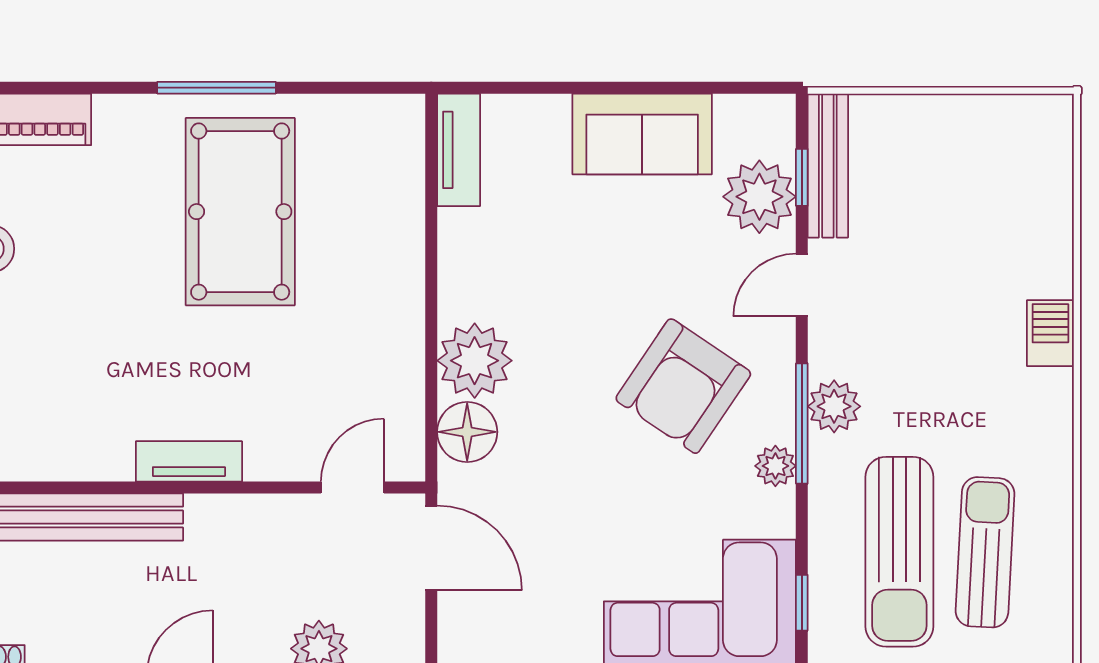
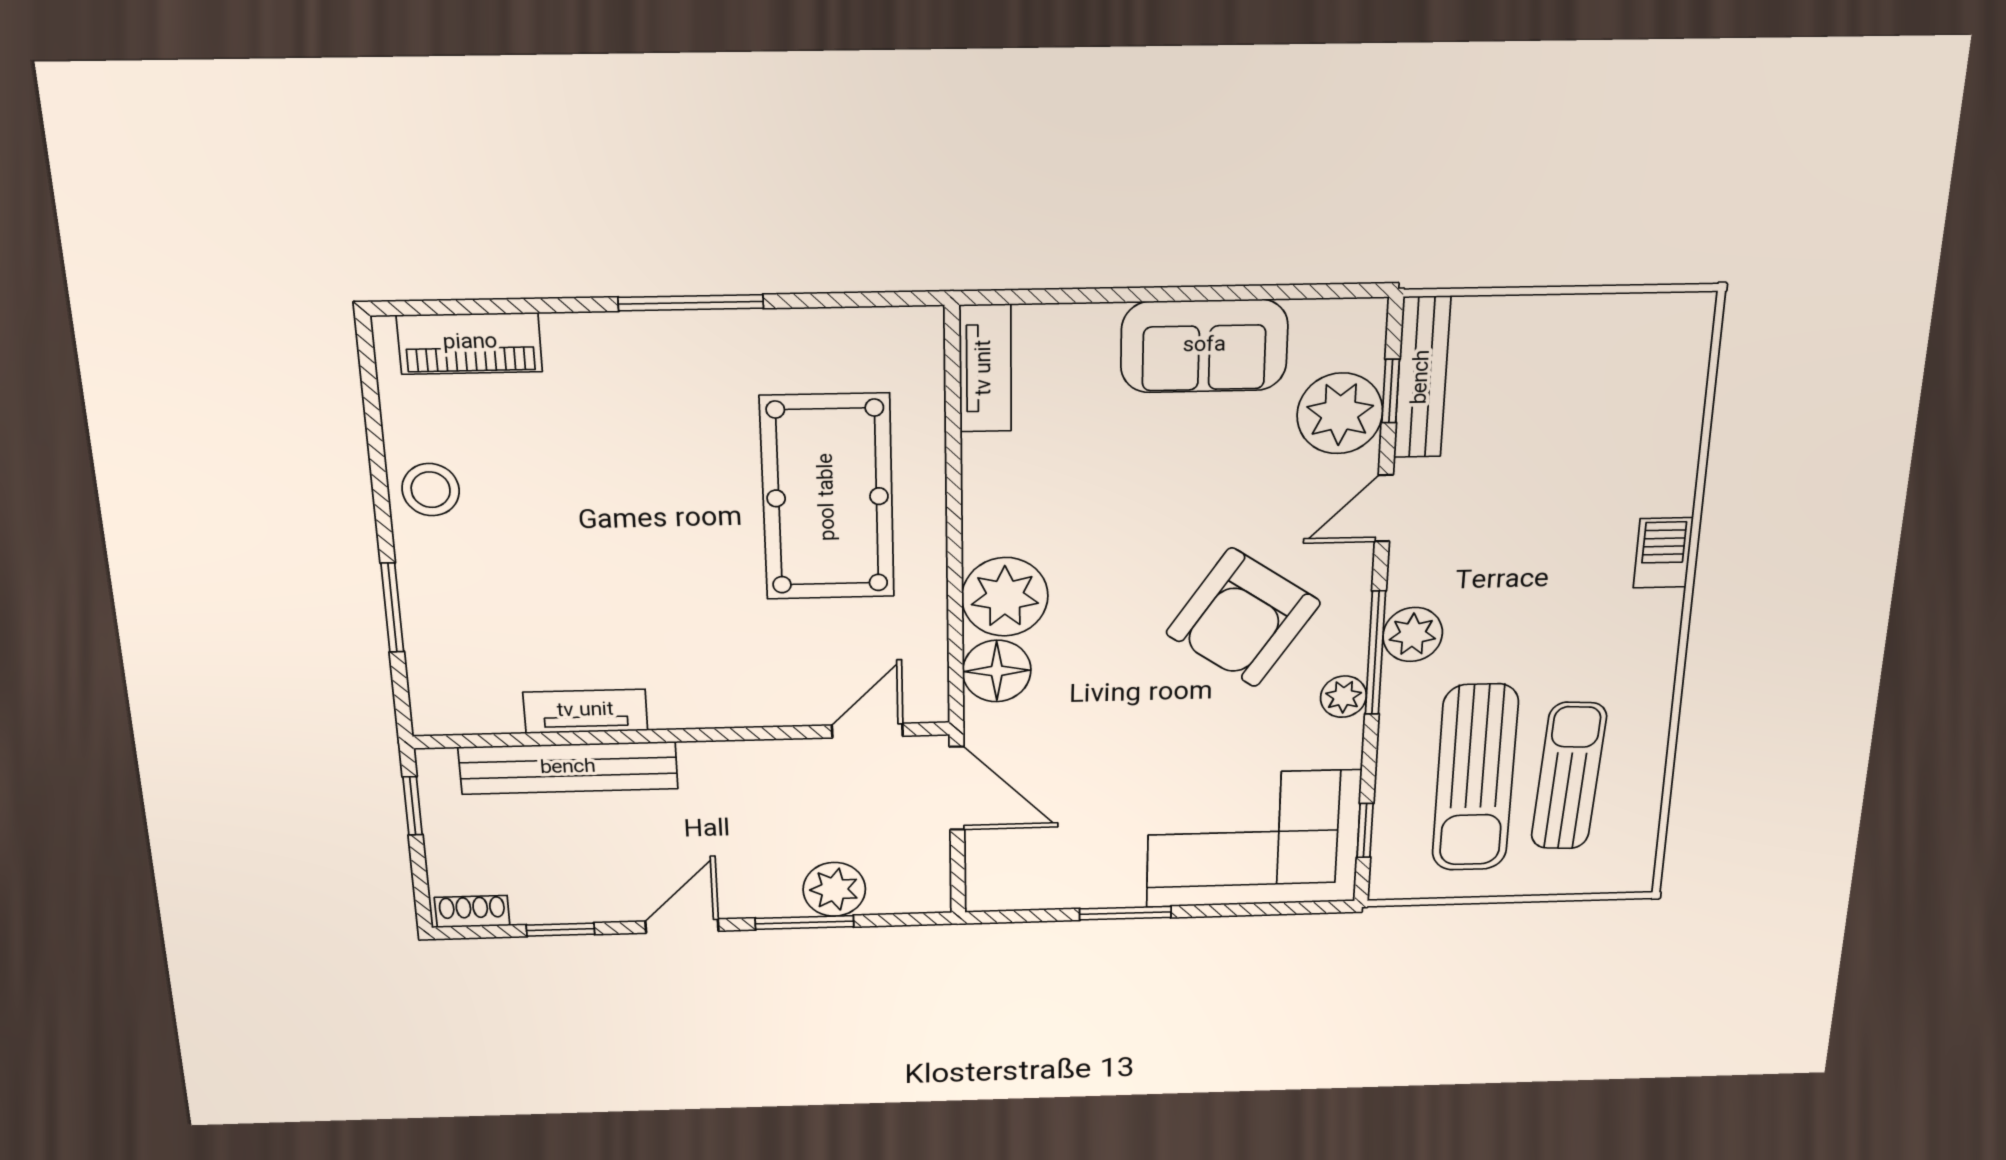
pool table: (240, 212) -> (828, 497), moved
tv unit: (189, 461) -> (585, 711), moved

